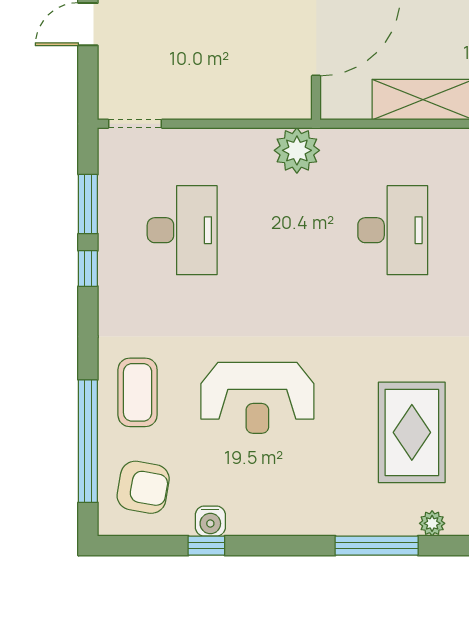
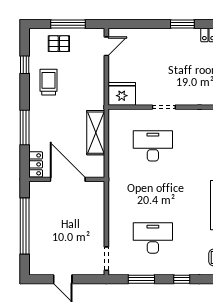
plant: (297, 150) -> (118, 188), removed
window: (88, 269) -> (182, 279), moved

